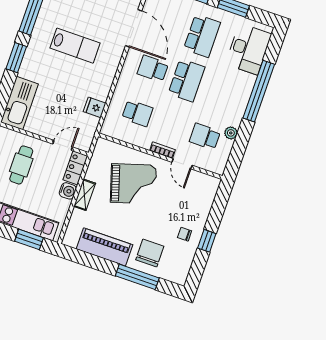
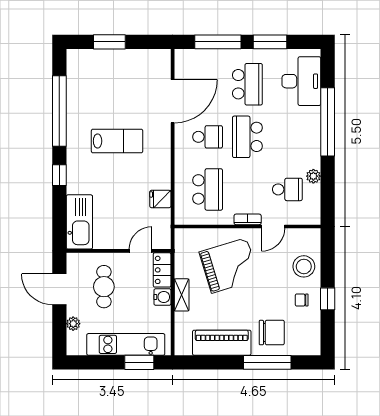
door: (134, 28) -> (173, 101), hinge flipped
window: (16, 58) -> (59, 175), width x0.67
school desk: (153, 69) -> (208, 137), turned 180
school desk: (187, 80) -> (247, 137), turned 180
school desk: (137, 113) -> (208, 189), width x1.85
school desk: (205, 136) -> (287, 189), turned 180
door: (182, 164) -> (273, 227), hinge flipped
stool: (196, 206) -> (304, 266), added
chair: (150, 253) -> (272, 333), turned 90

